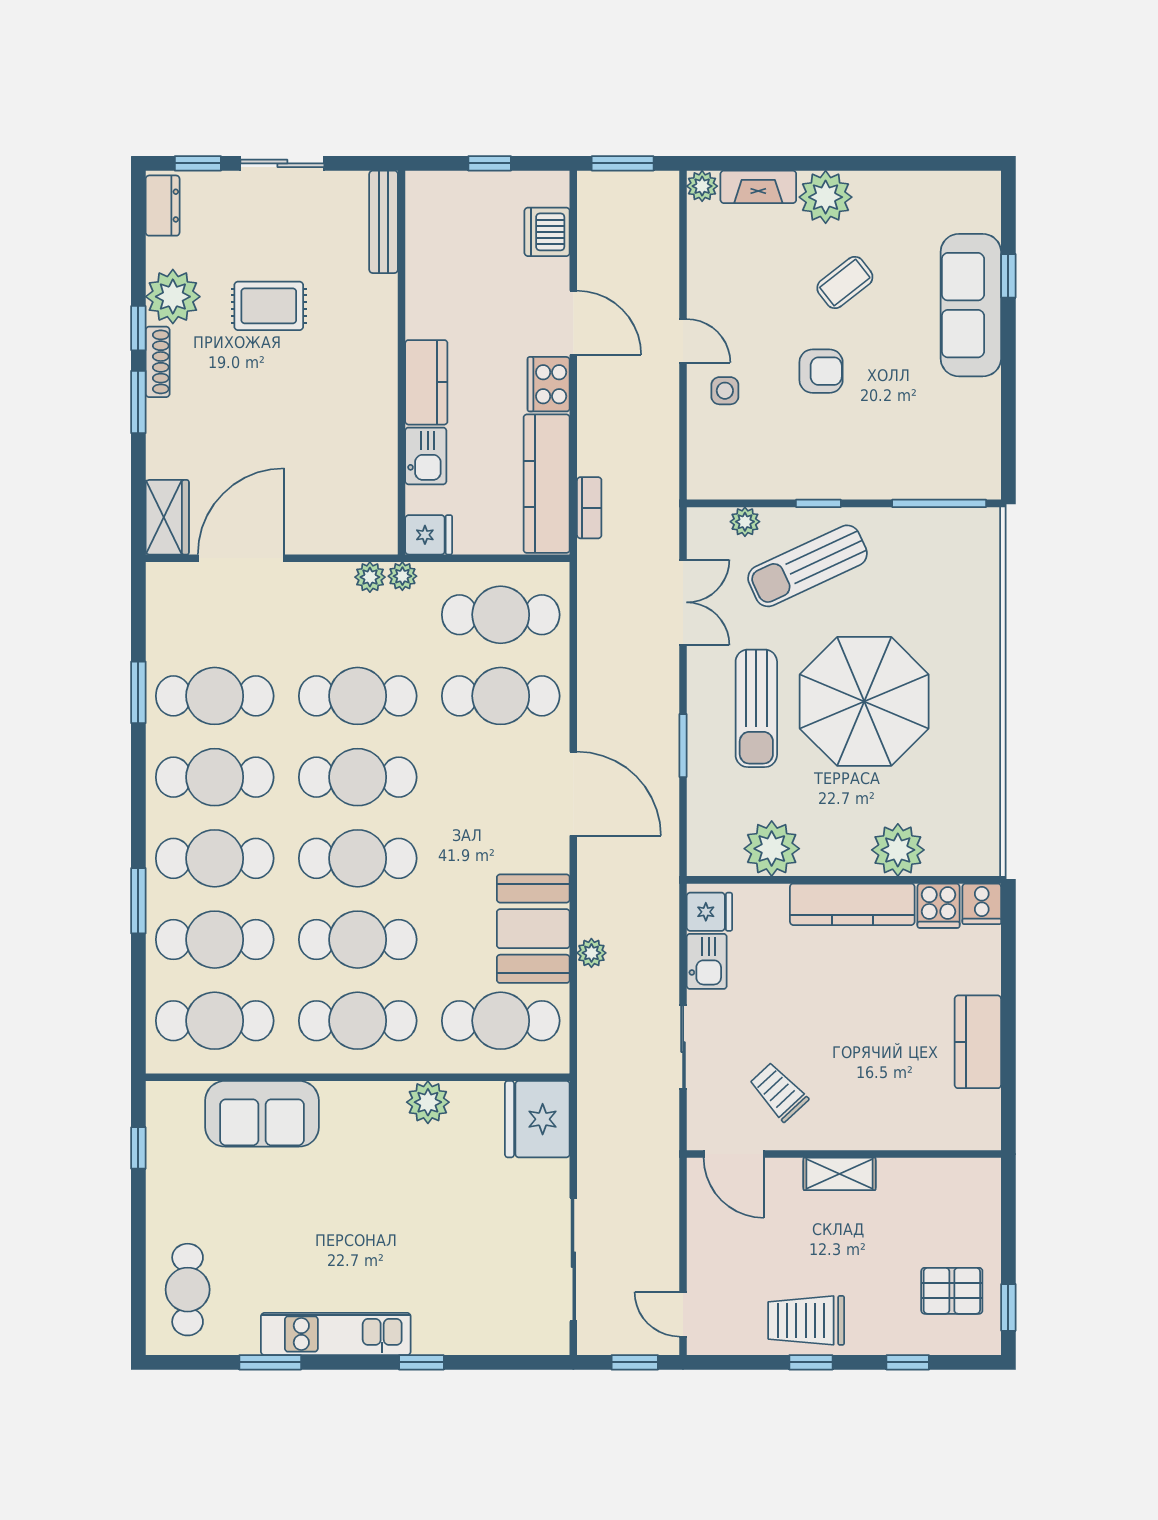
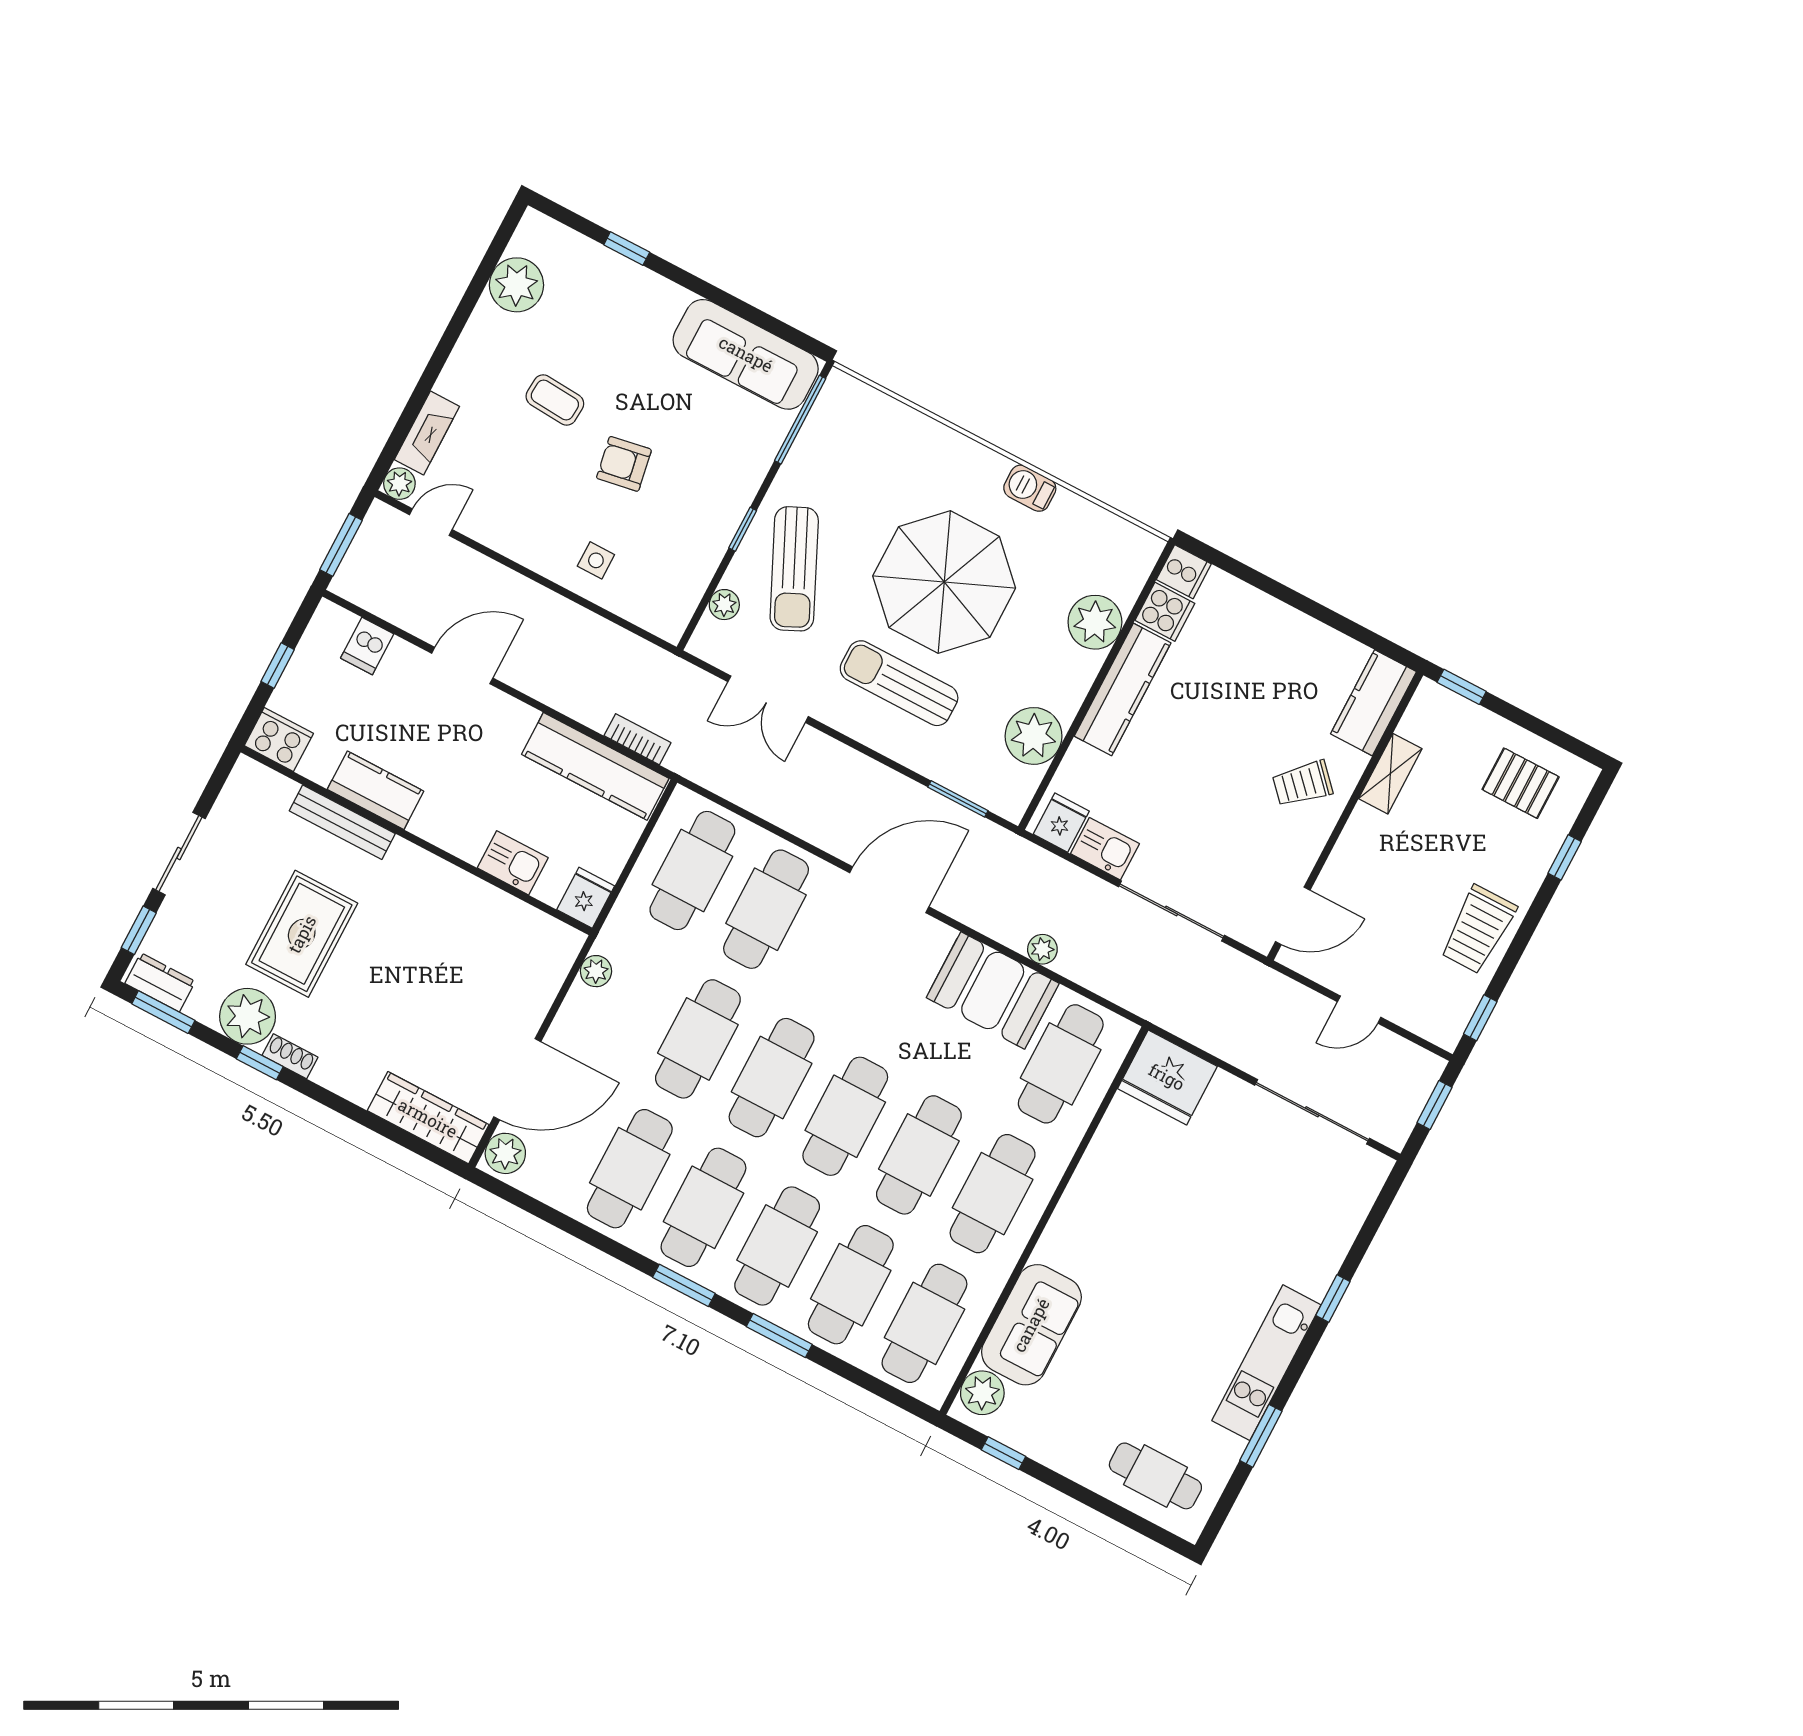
plant: (826, 197) -> (516, 285), moved
bench: (384, 222) -> (342, 822), moved
dishwasher: (547, 232) -> (367, 646), width x0.73
coffee table: (845, 283) -> (555, 400), turned -48
sofa: (971, 305) -> (746, 354), moved
rug: (269, 306) -> (302, 934), width x1.36, depth x1.43
door: (683, 341) -> (431, 522), moved
shoe rack: (158, 362) -> (290, 1056), width x0.70
armchair: (821, 371) -> (624, 464), turned -100
kitchen counter: (426, 382) -> (376, 790), moved
cooker: (549, 384) -> (279, 739), moved, turned 180
window: (138, 402) -> (163, 1012), moved
wardrobe: (167, 517) -> (428, 1118), width x1.50
door: (241, 558) -> (517, 1079), swing flipped
plant: (402, 576) -> (505, 1153), moved, width x1.38, depth x1.38
double door: (683, 602) -> (768, 699), swing flipped
window: (138, 692) -> (684, 1285), moved
sun lounger: (756, 708) -> (899, 683), turned 180
barbecue: (984, 733) -> (1030, 488), added
window: (683, 746) -> (958, 799), moved
kitchen counter: (978, 1042) -> (1373, 703), moved, turned 90
sliding door: (683, 1047) -> (1171, 911), width x1.37
trolley: (779, 1092) -> (1303, 784), moved
plant: (428, 1102) -> (982, 1393), moved
shelving: (840, 1174) -> (1390, 774), moved
pallet: (952, 1291) -> (1521, 783), turned 90
window: (1008, 1307) -> (1462, 687), moved
door: (683, 1314) -> (1359, 1010), moved
window: (811, 1362) -> (1480, 1018), moved

